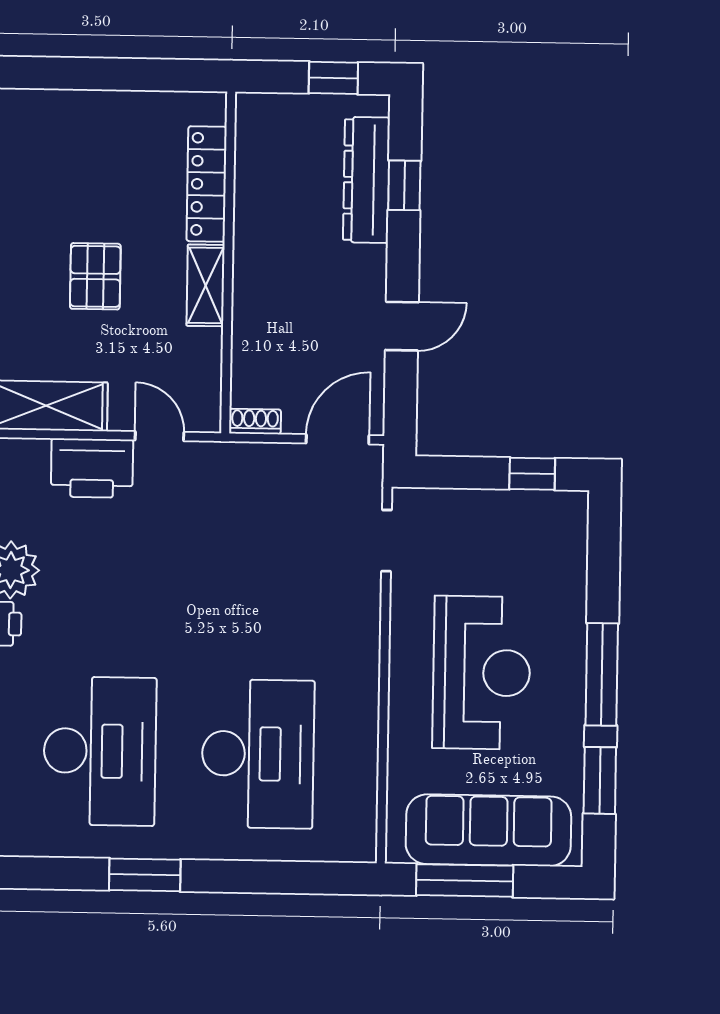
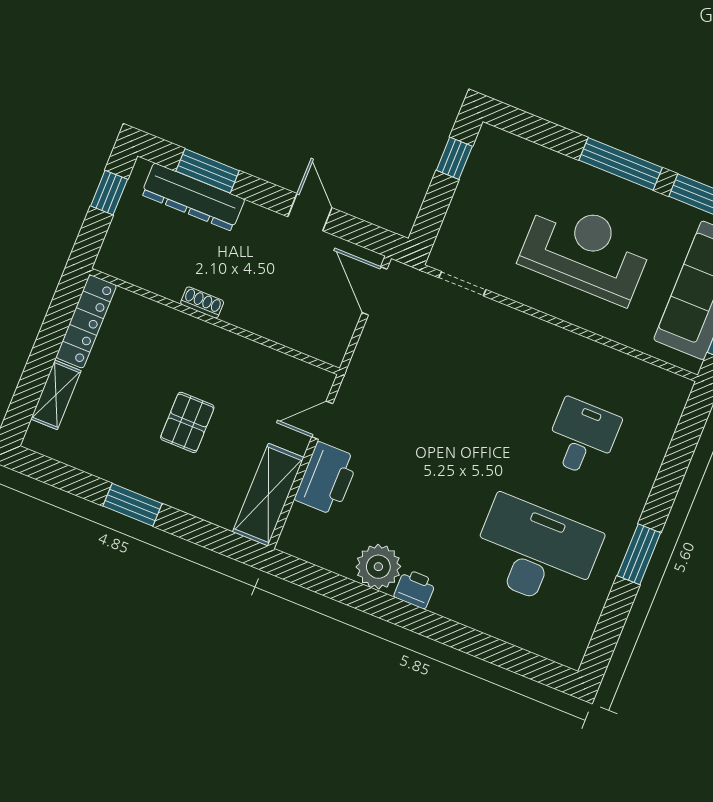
locker: (207, 184) -> (86, 321), moved, turned -90
window: (404, 185) -> (208, 171), width x1.50
pallet: (95, 276) -> (187, 422), turned 90
shelving: (206, 285) -> (56, 395), moved, turned 90
shoe rack: (255, 421) -> (202, 302), moved, turned 90
desk: (258, 754) -> (582, 438), width x0.53, depth x0.77

